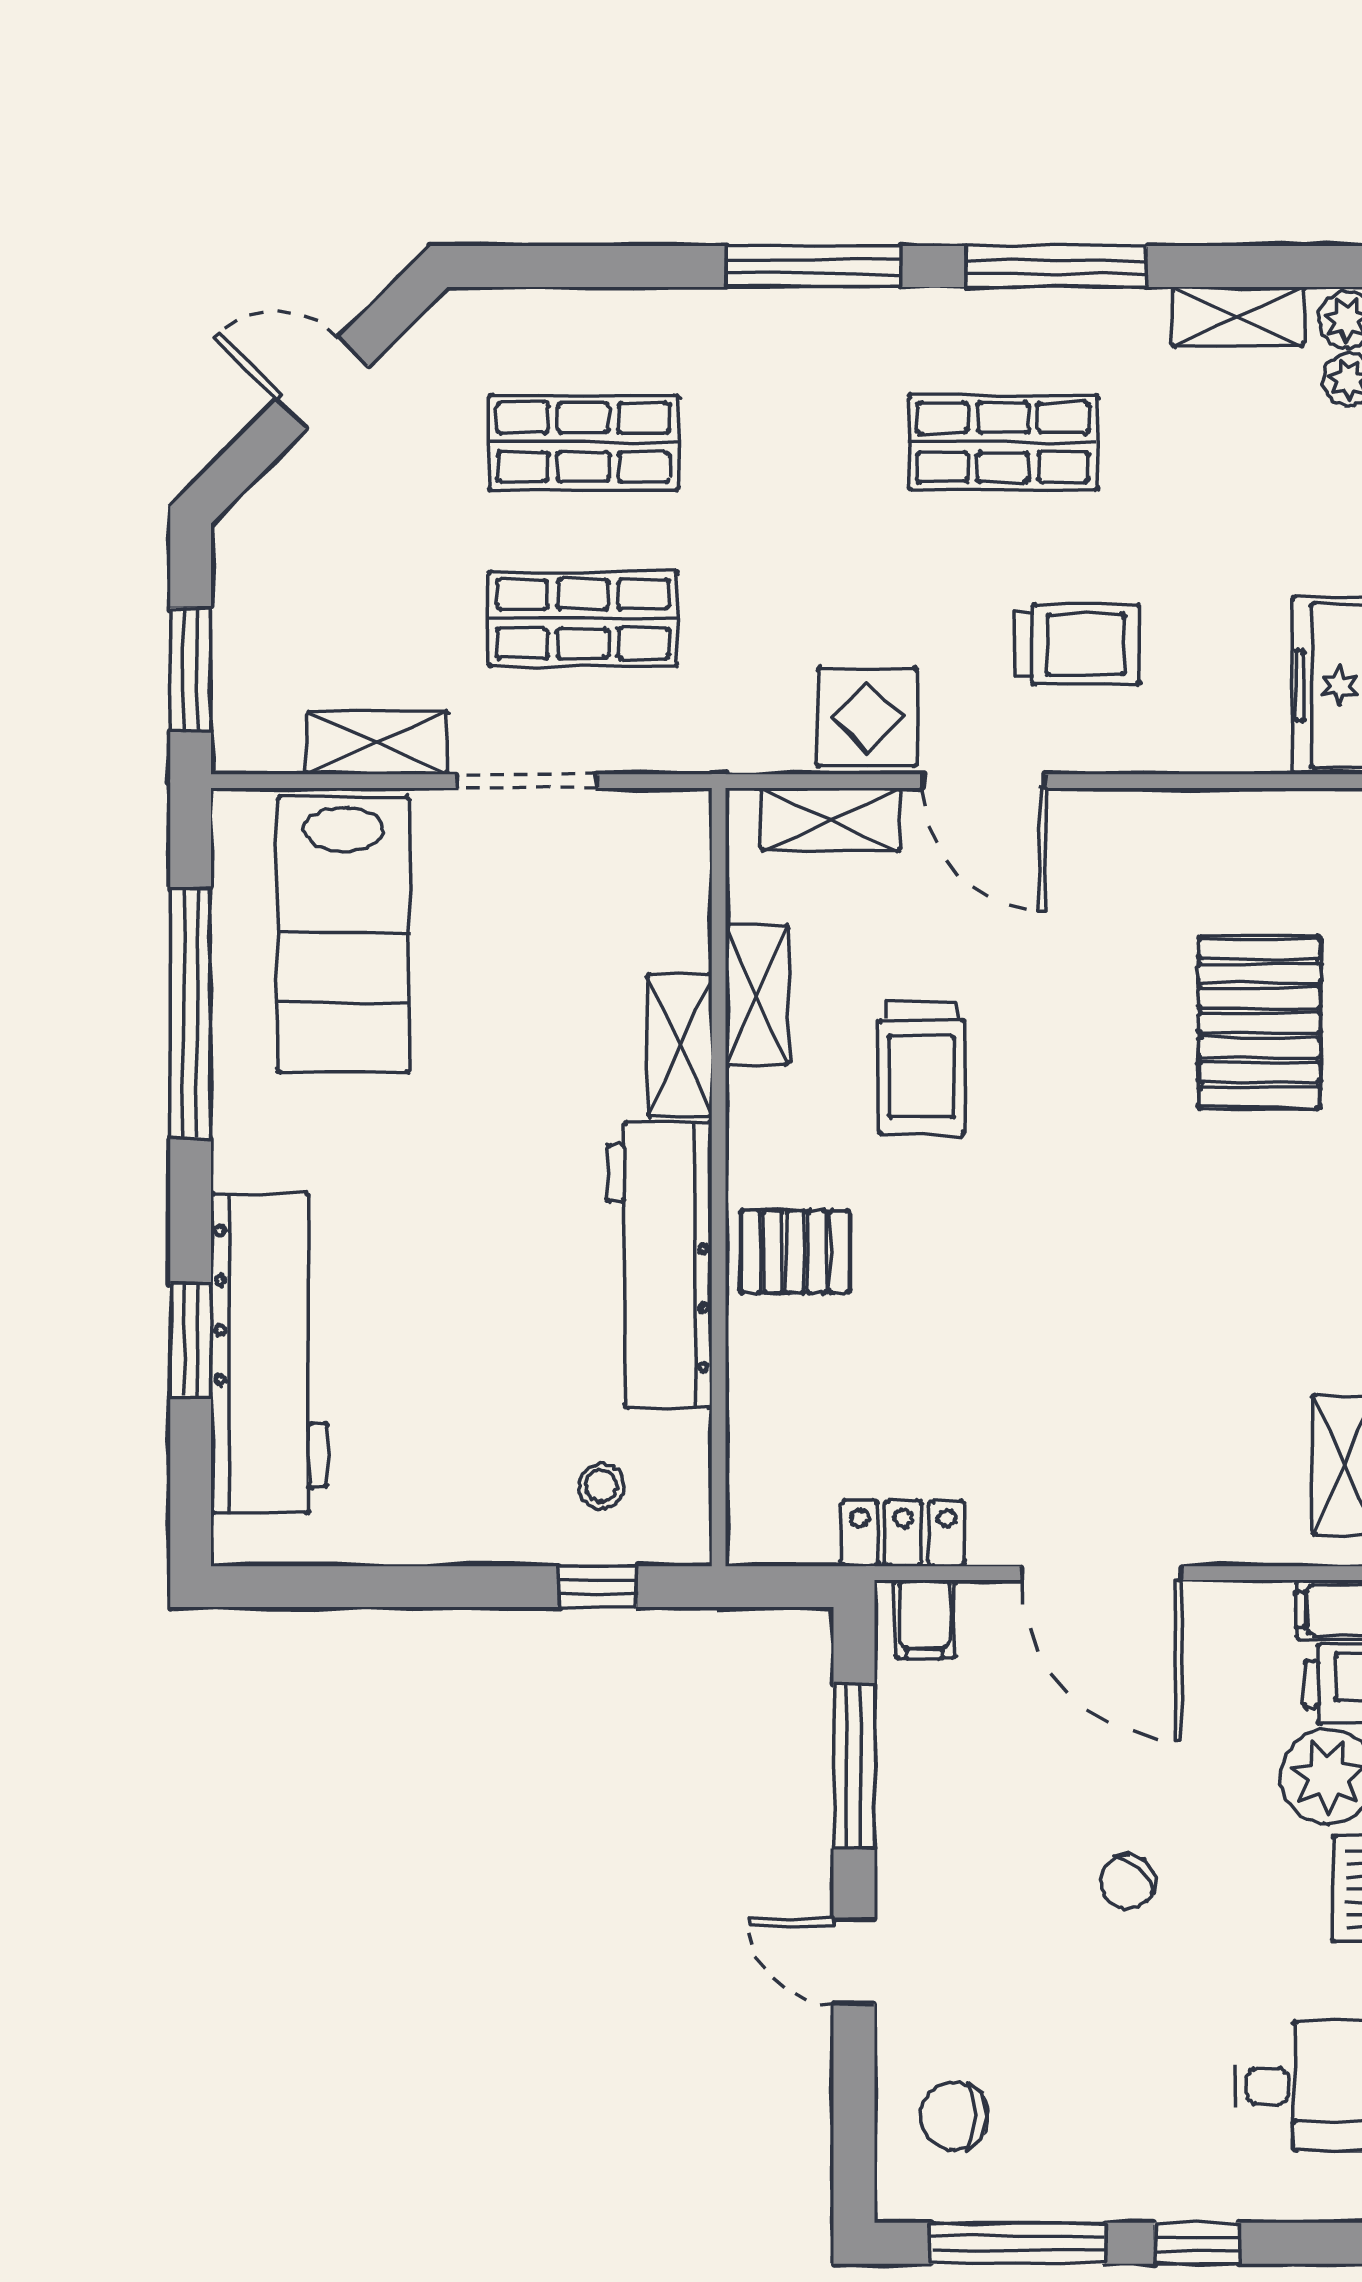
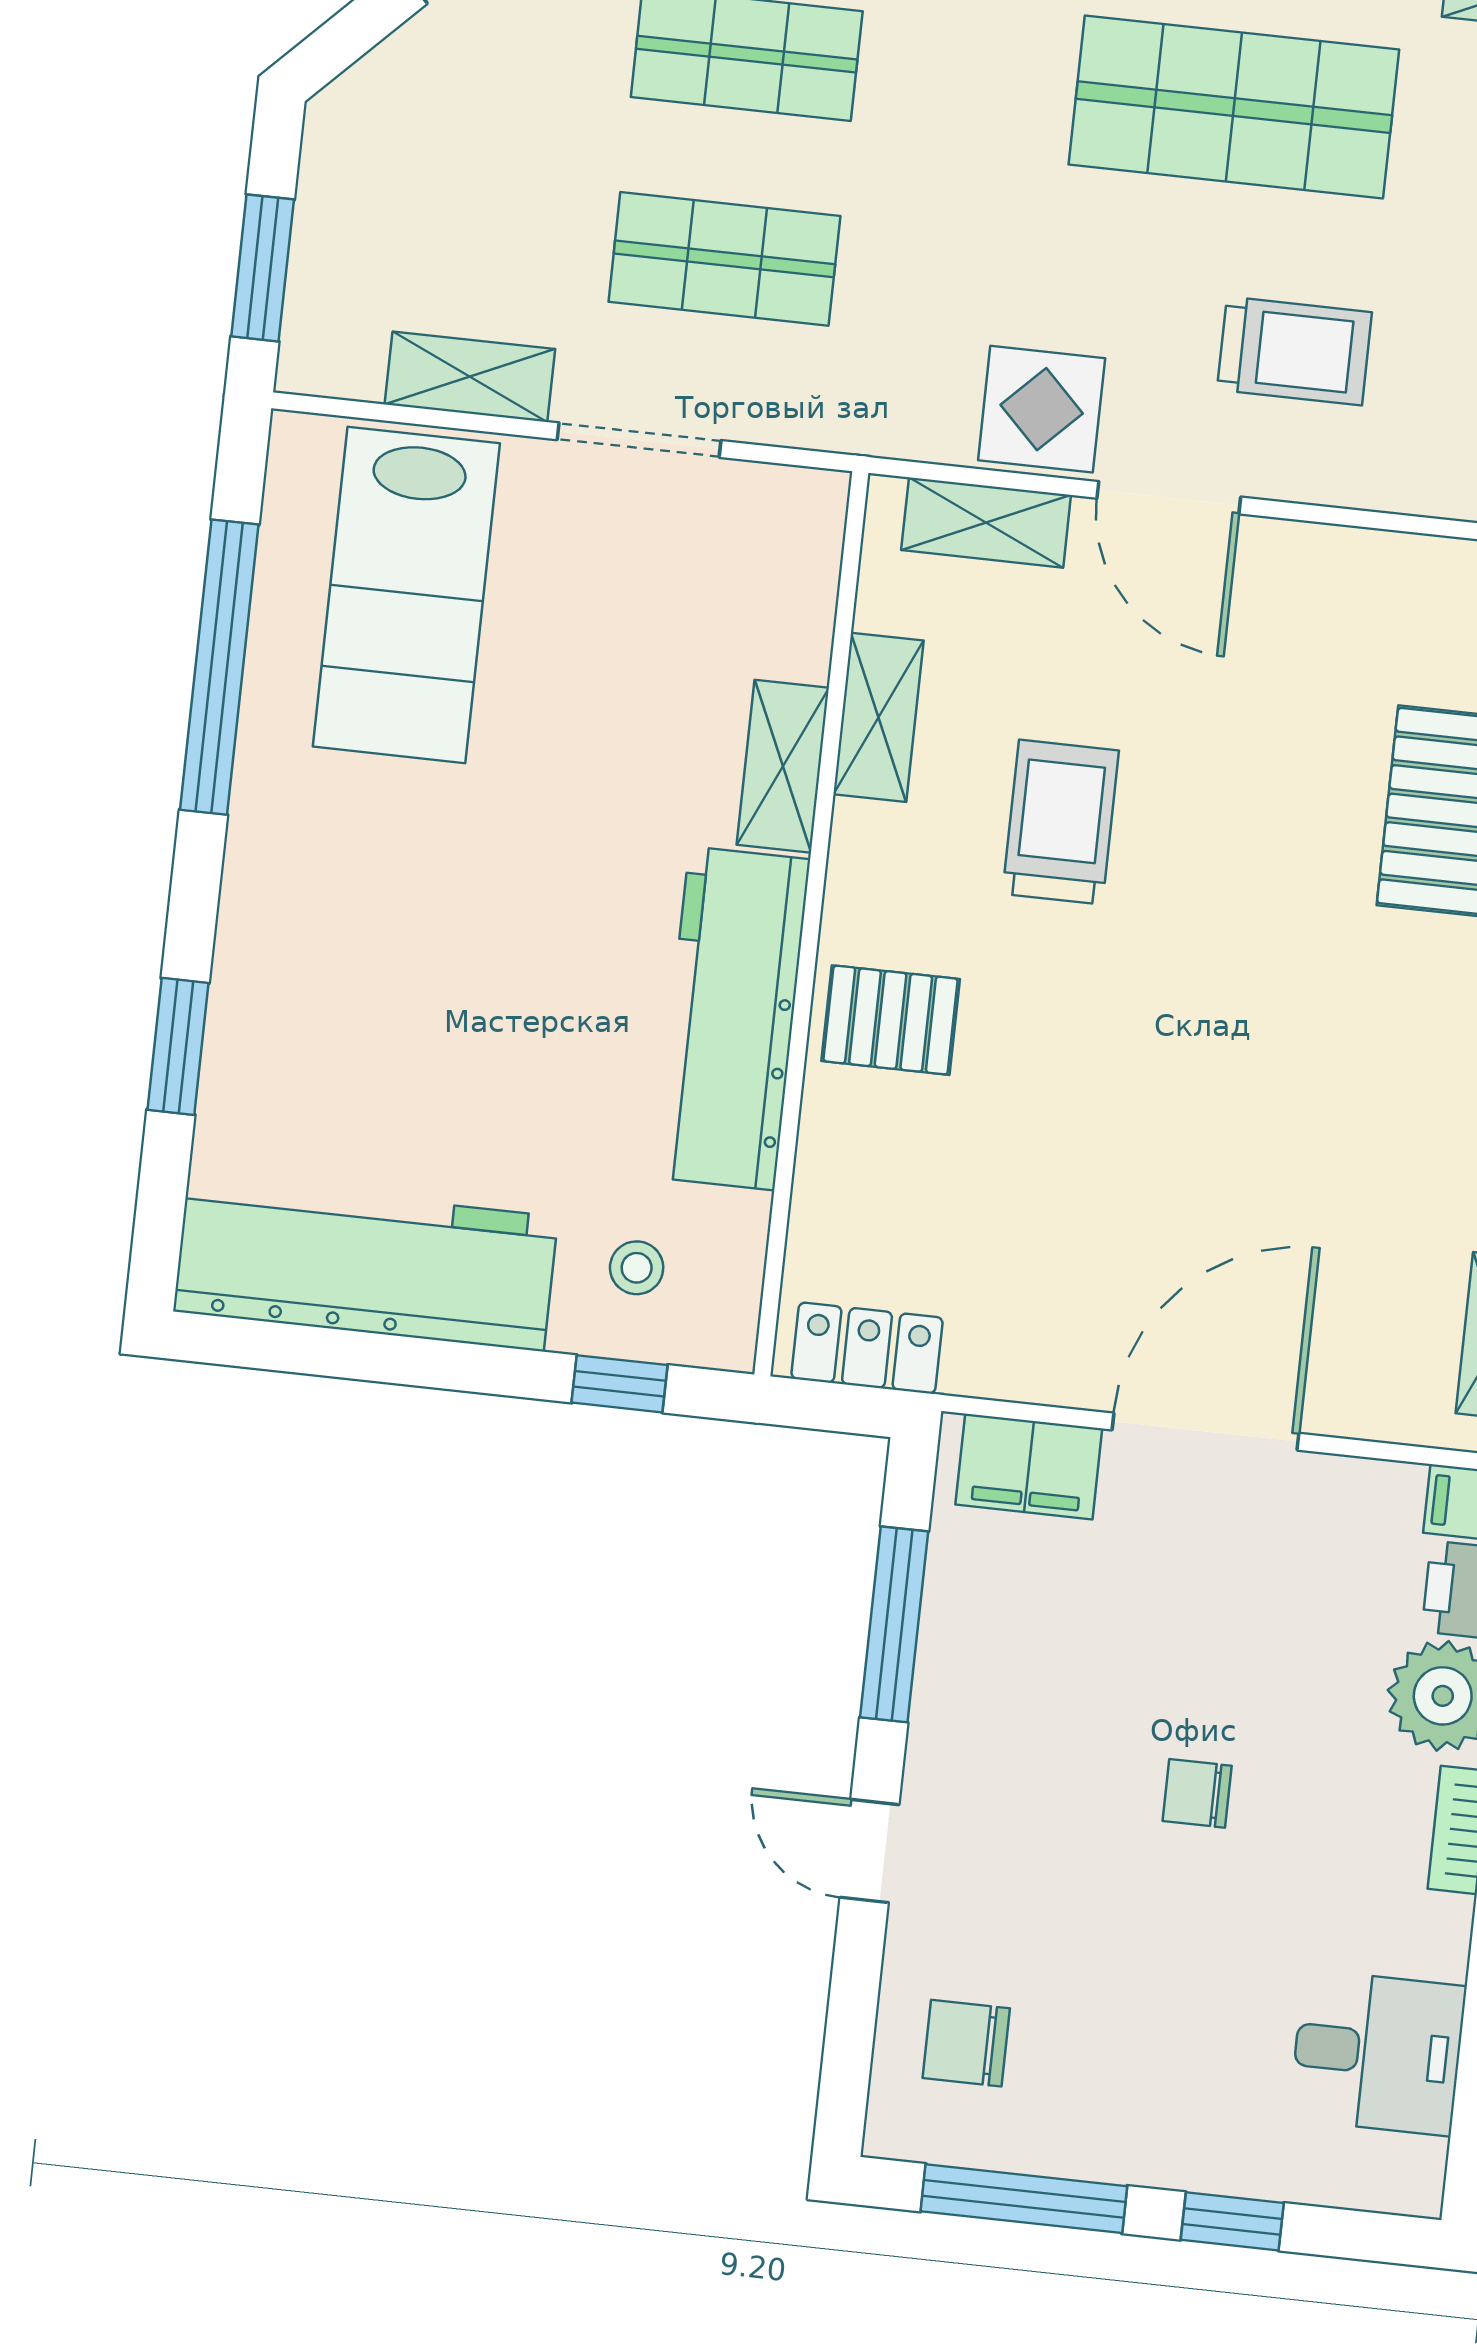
shop shelf: (1003, 442) -> (1234, 107), width x1.43, depth x1.36
trolley: (922, 1067) -> (1061, 822), turned 180
workbench: (269, 1353) -> (366, 1264), moved, turned -90
locker: (903, 1533) -> (867, 1348), moved
door: (1101, 1573) -> (1205, 1432), swing flipped
filing cabinet: (925, 1619) -> (1029, 1466), width x2.00
chair: (1128, 1882) -> (1197, 1793), turned 48

